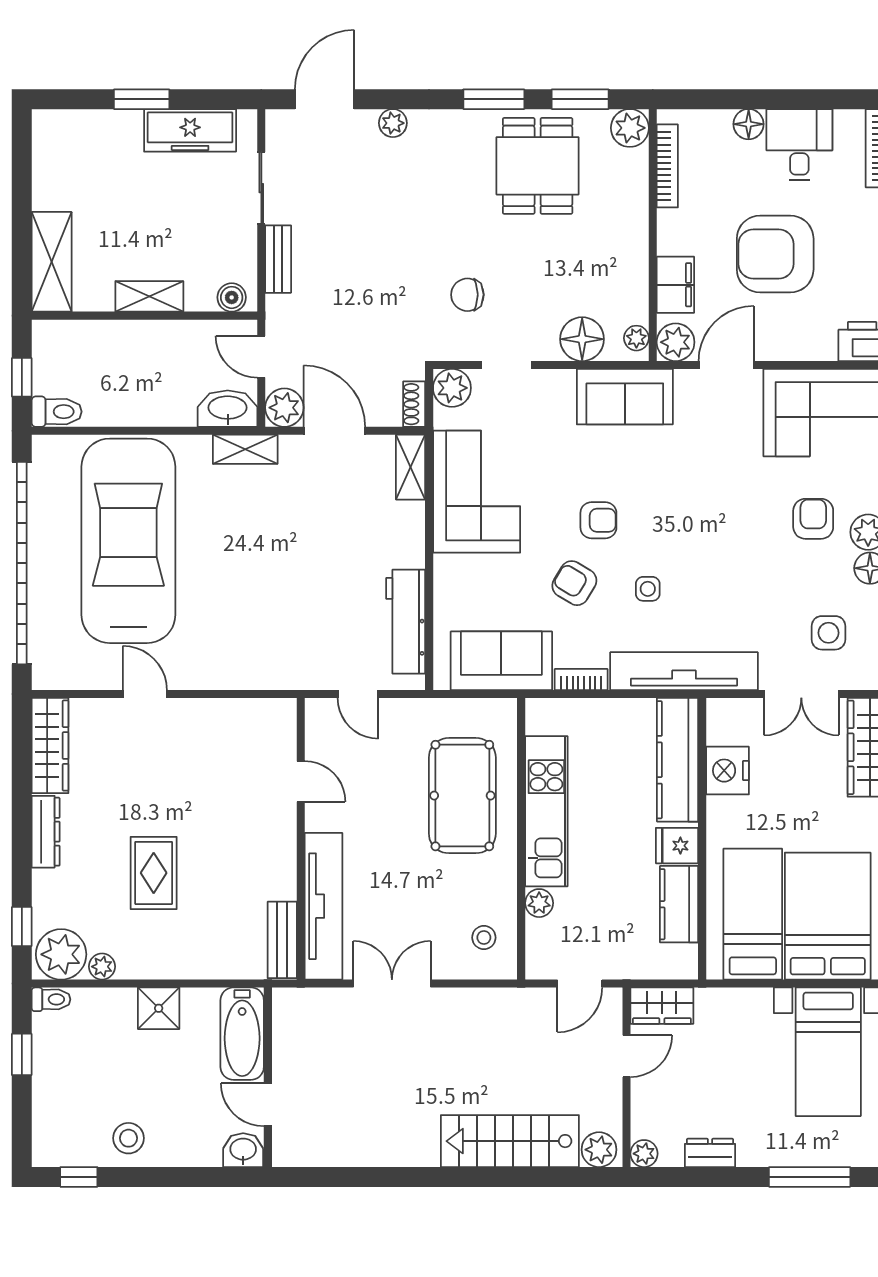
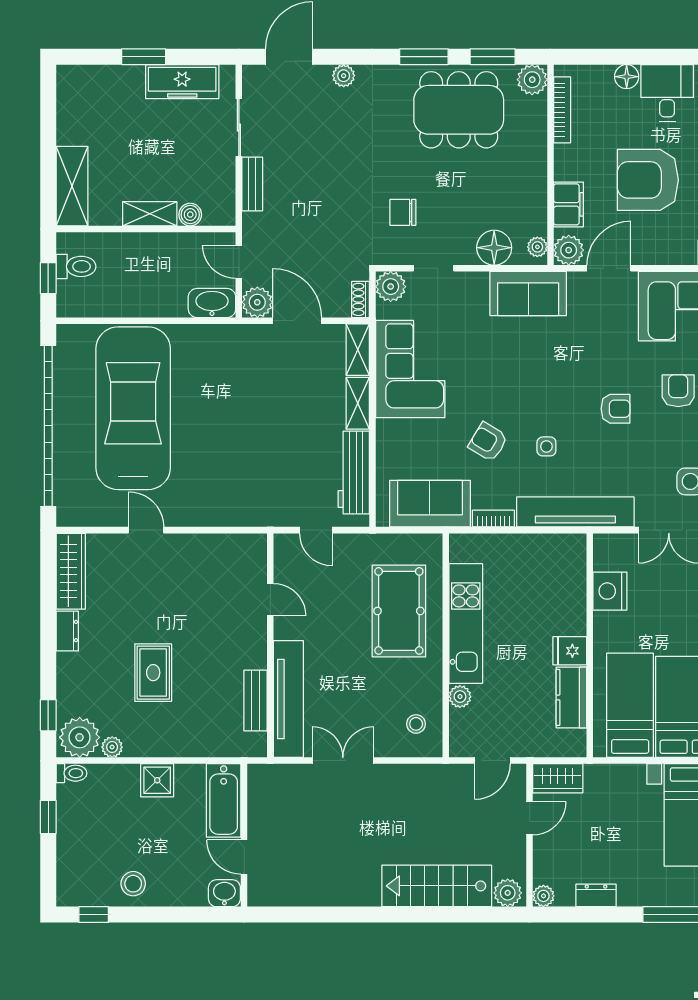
dining table: (538, 166) -> (459, 110), width x1.38
boiler: (232, 297) -> (190, 215), moved
toilet: (57, 412) -> (76, 266), moved
shelving: (245, 449) -> (358, 403), moved, turned 90
armchair: (598, 520) -> (616, 409), moved
kitchen counter: (678, 760) -> (570, 582), removed
dresser: (46, 832) -> (67, 631), width x0.70
bench: (282, 940) -> (256, 701), moved

